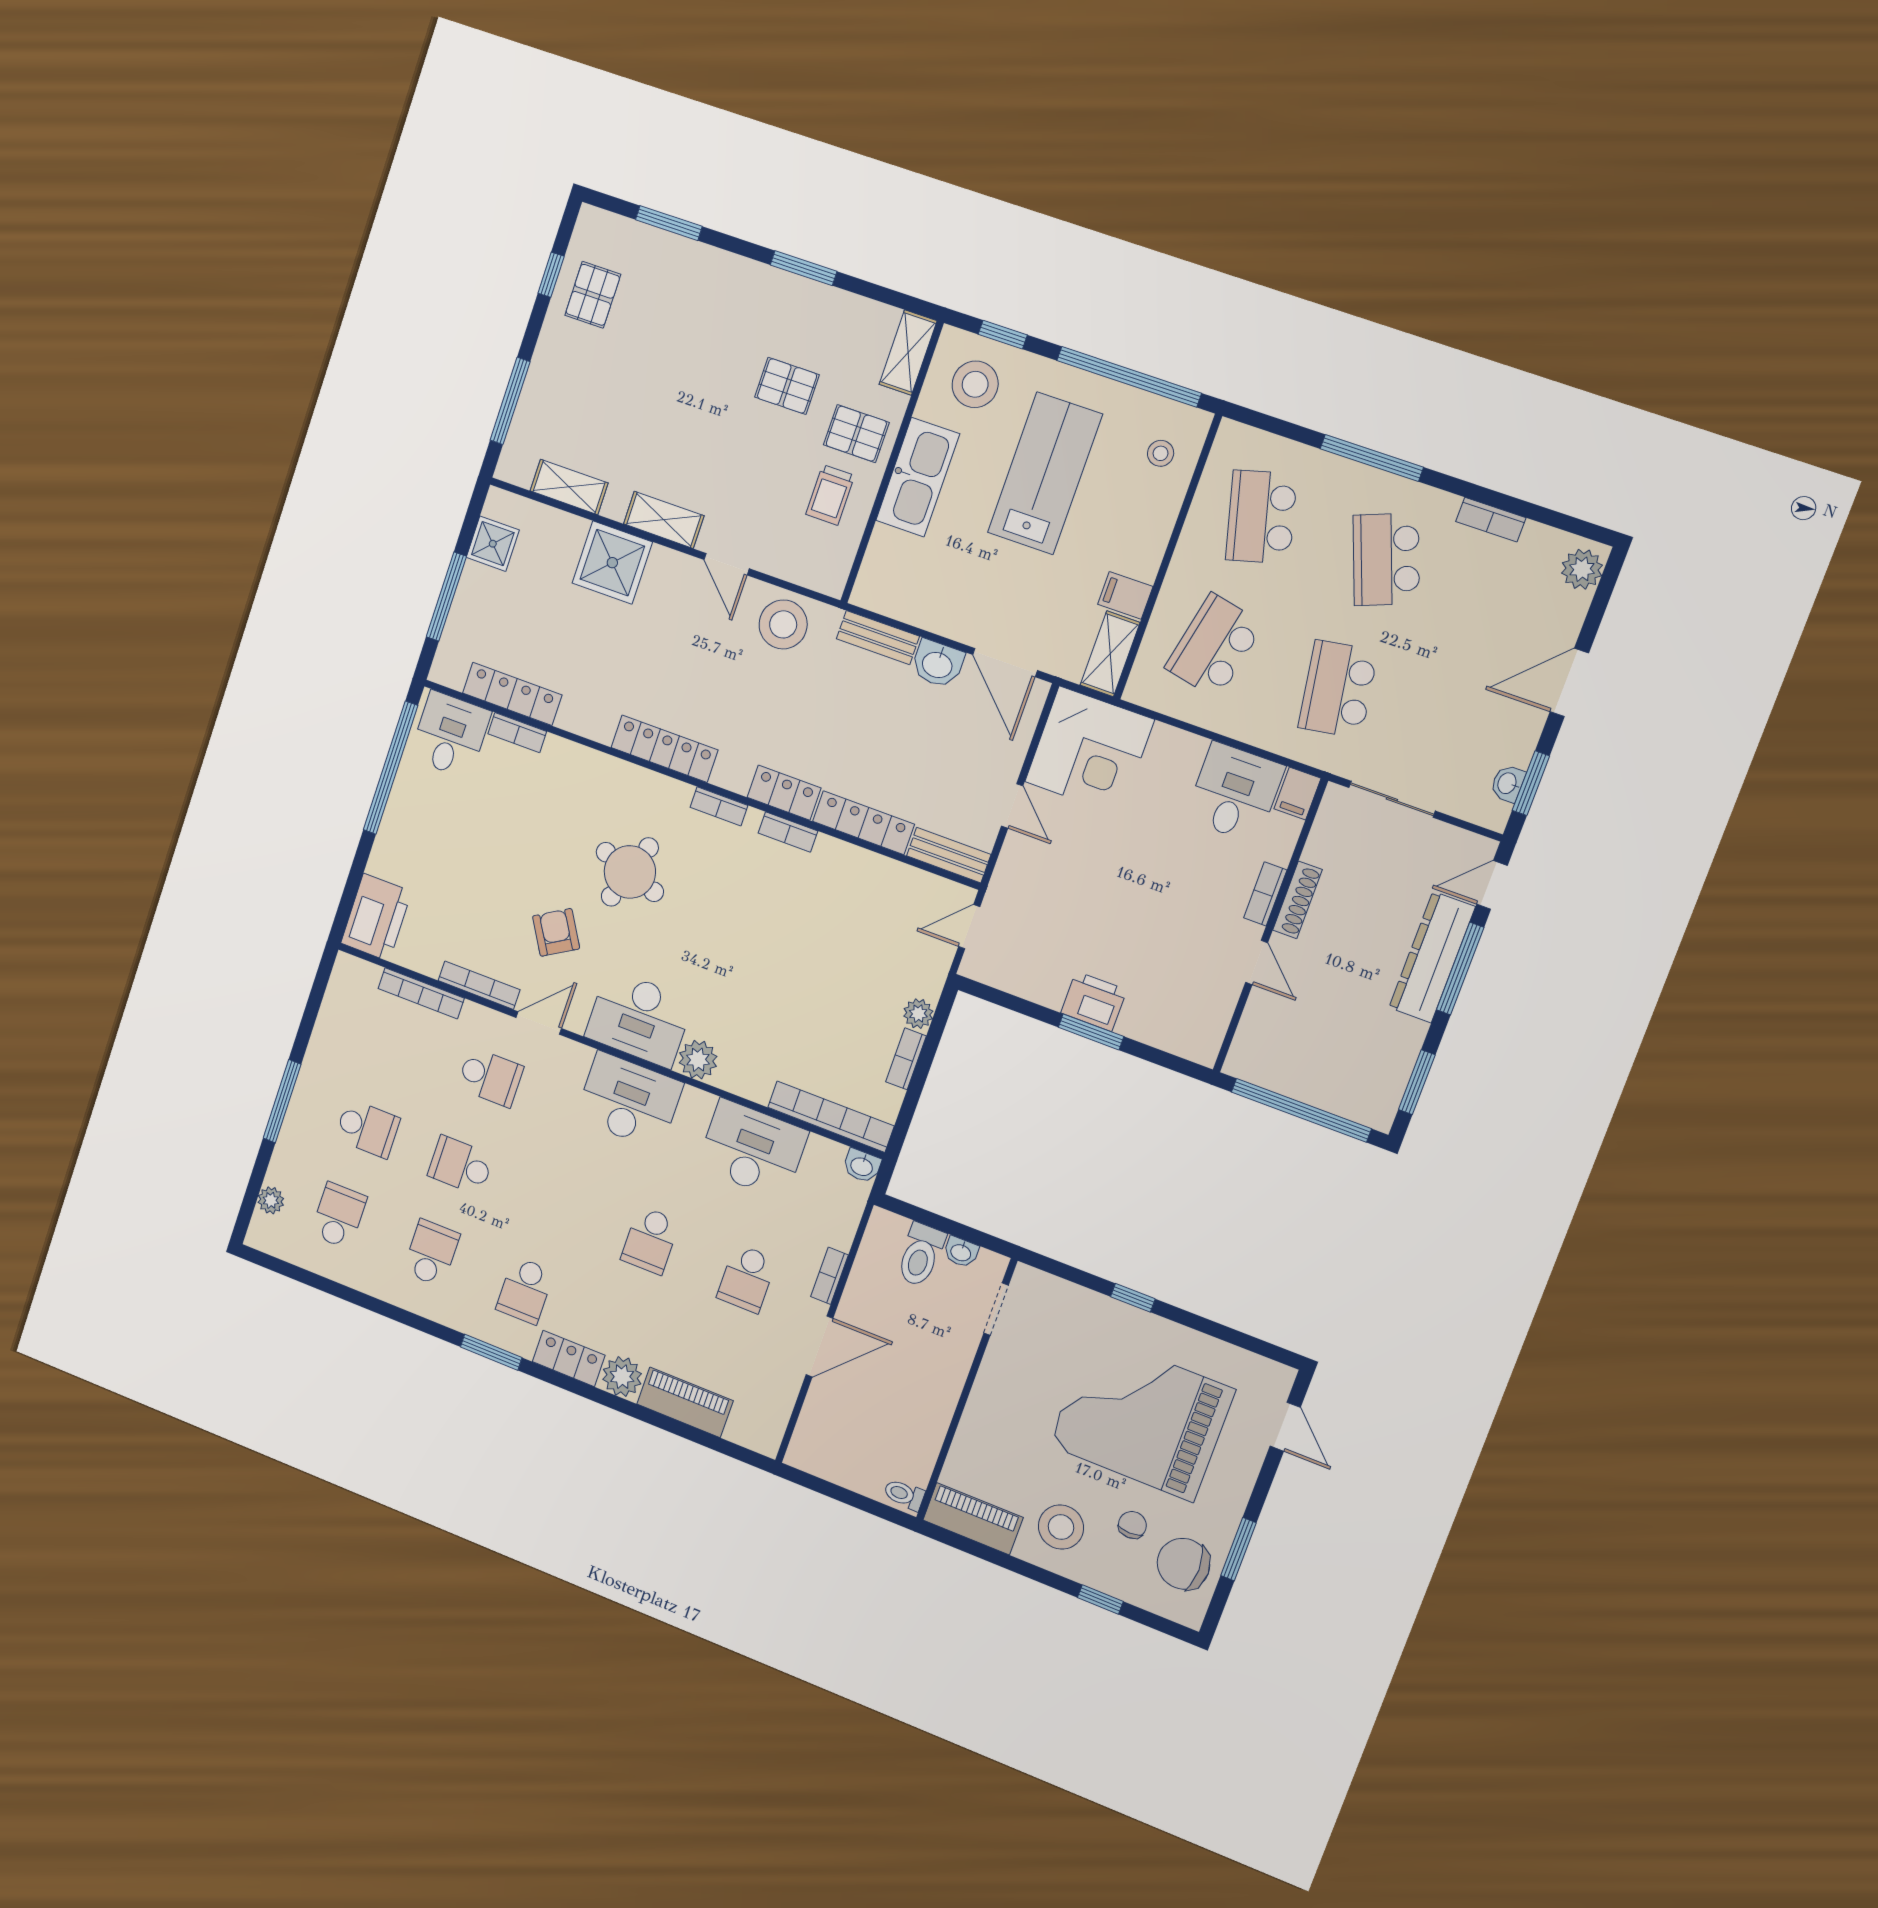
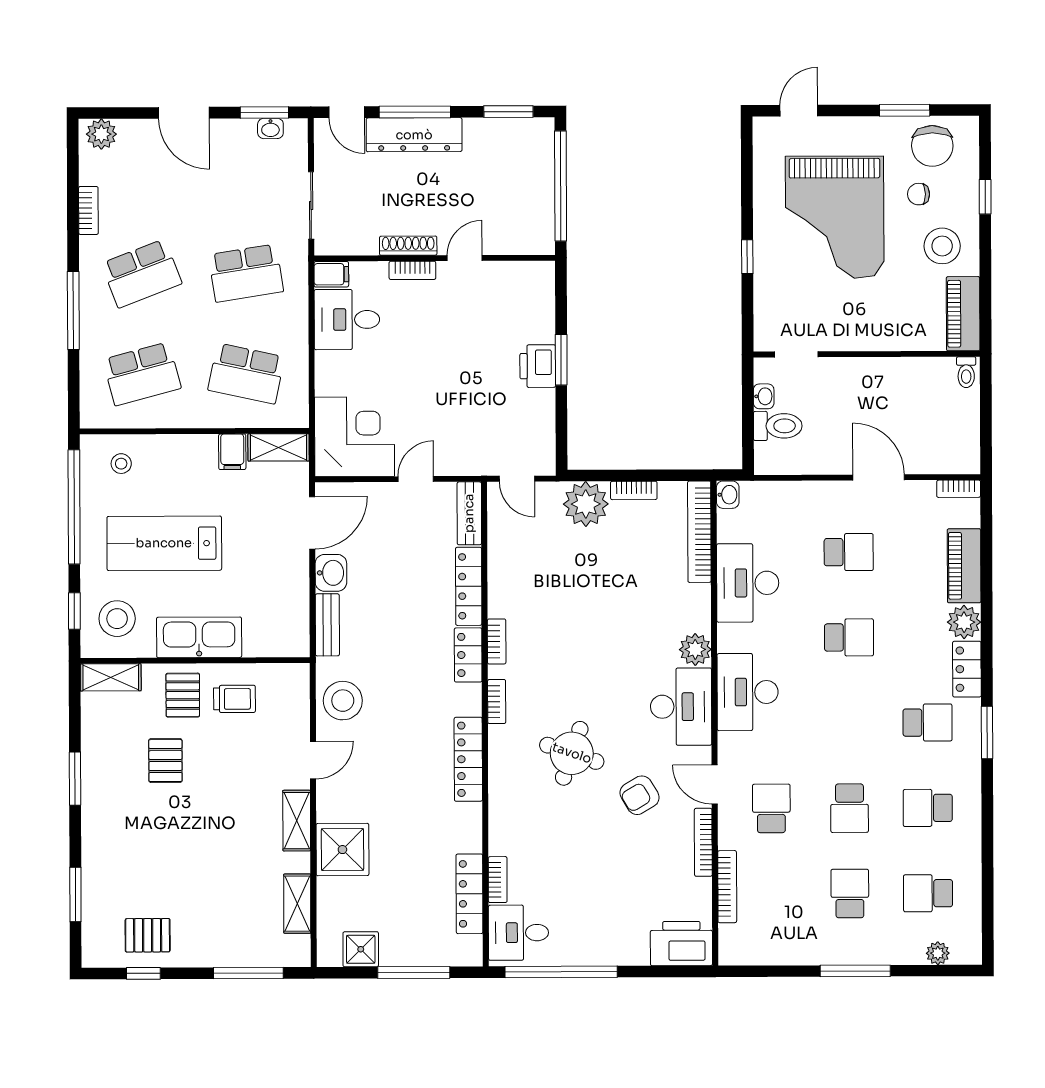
plant: (918, 1014) -> (586, 504), width x1.87, depth x1.87
bookcase: (830, 1276) -> (959, 489), moved

